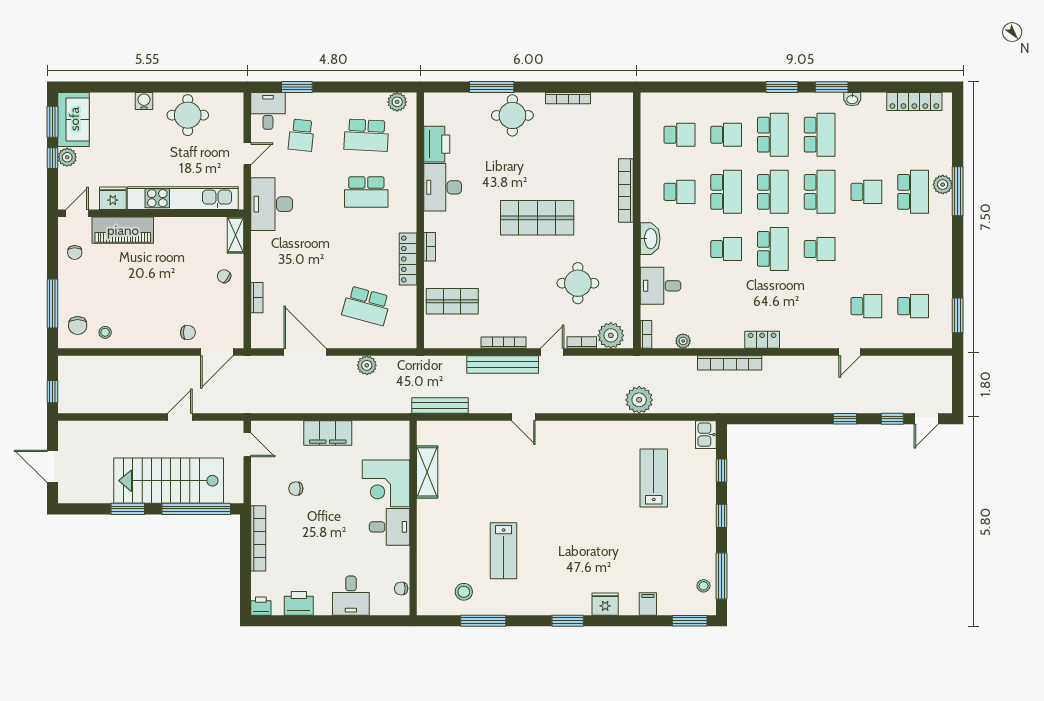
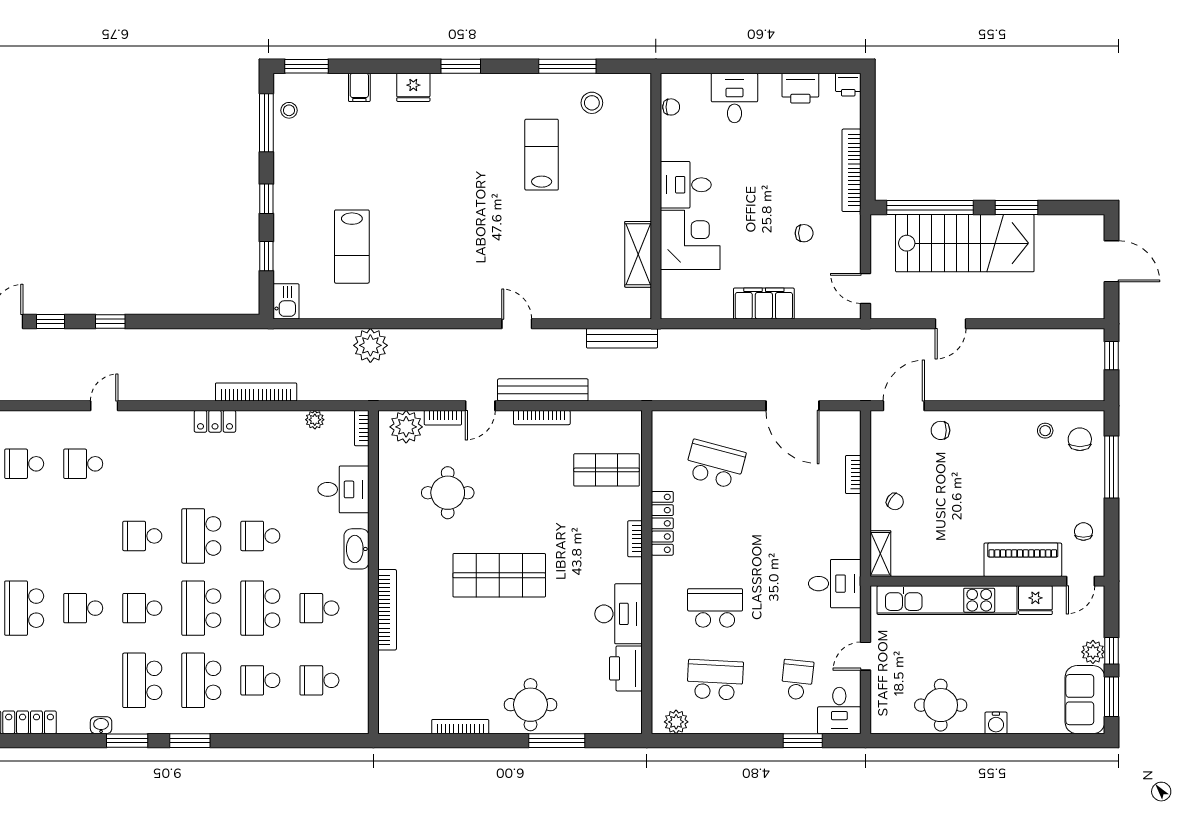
school desk: (820, 192) -> (142, 608), width x0.54
desk: (272, 204) -> (835, 584), width x0.73
plant: (367, 365) -> (714, 389), removed

